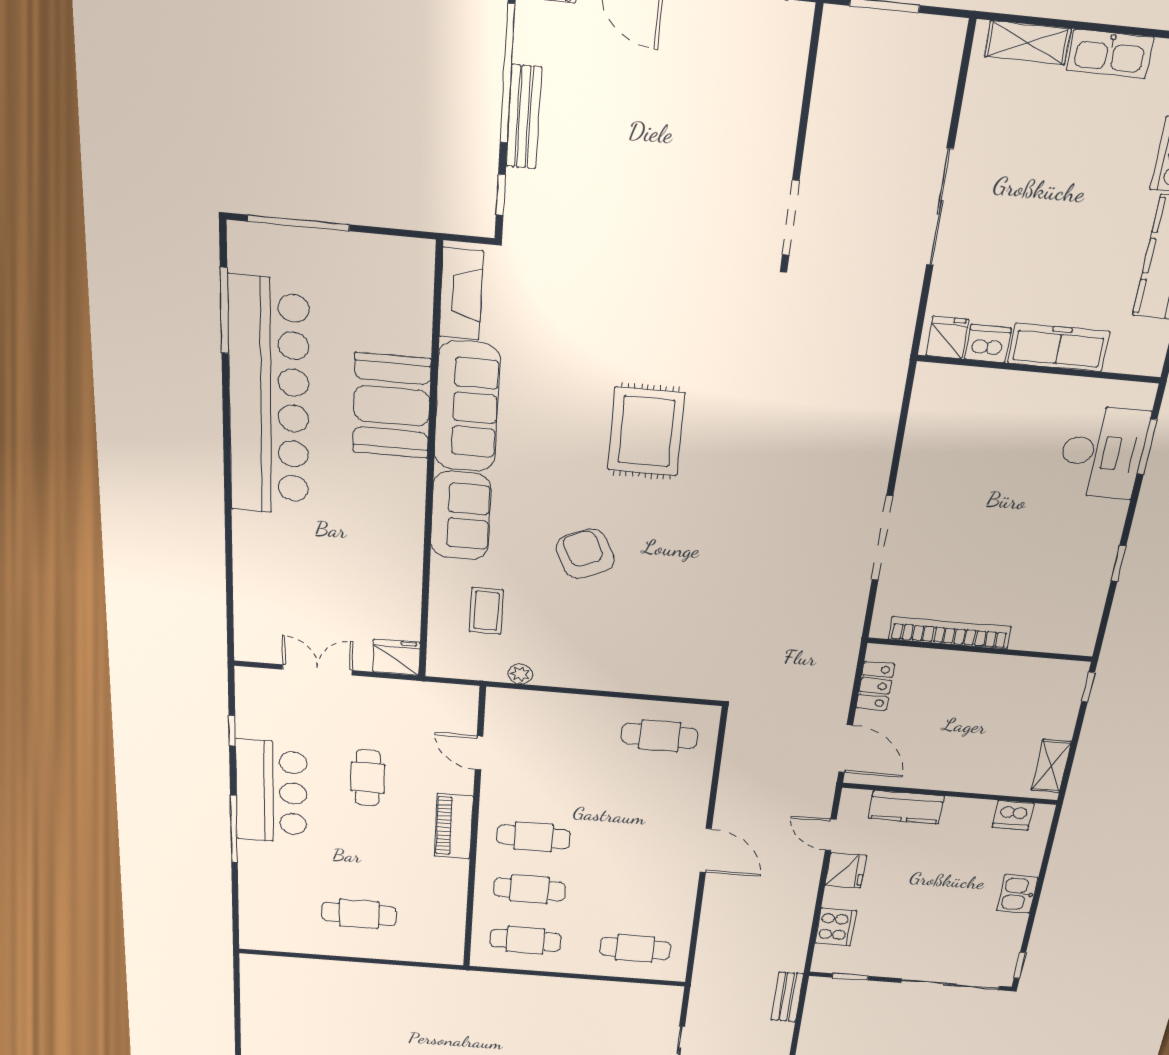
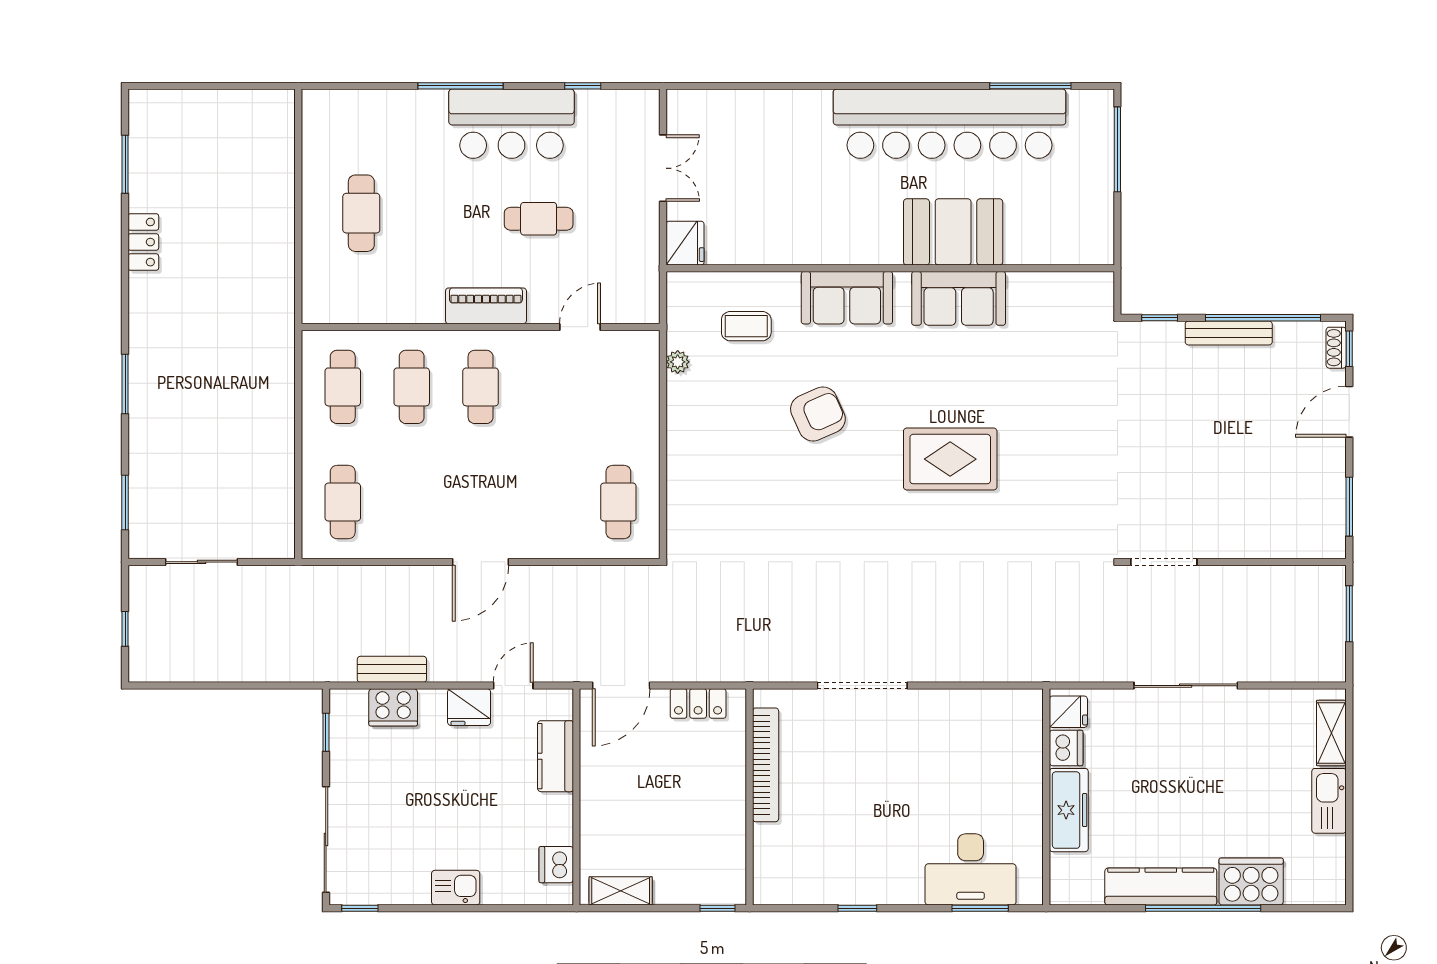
fireplace: (461, 294) -> (1067, 289), removed
sofa: (467, 407) -> (959, 298), width x0.73
bench: (787, 997) -> (392, 669), moved

